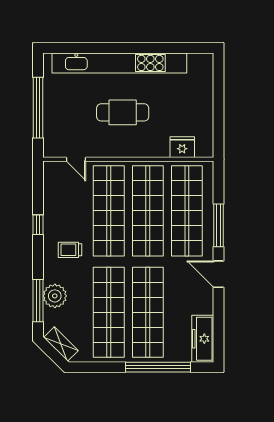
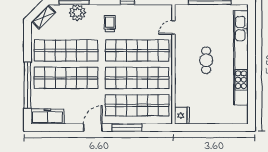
cafe table: (123, 112) -> (206, 60), width x0.73, depth x0.74
fridge: (182, 147) -> (182, 116), moved

